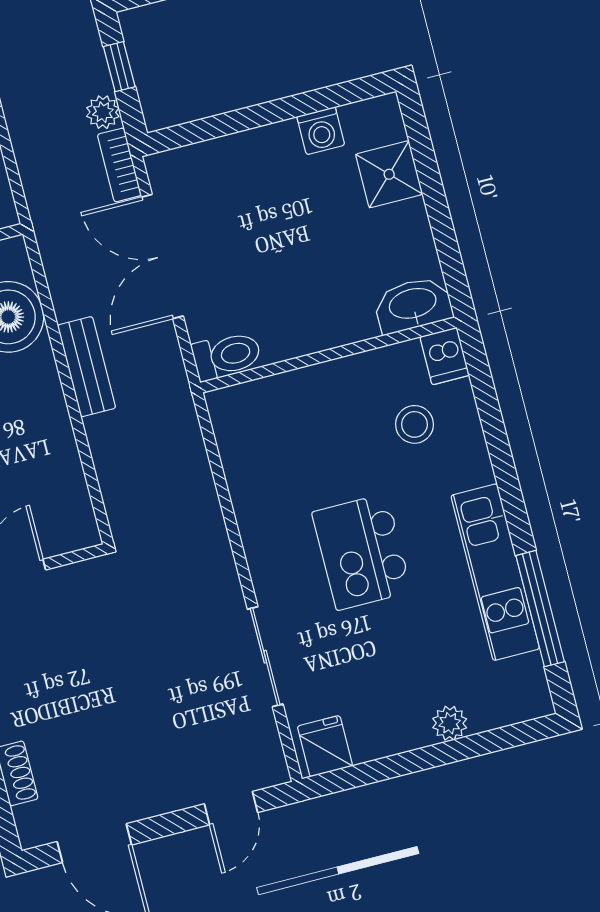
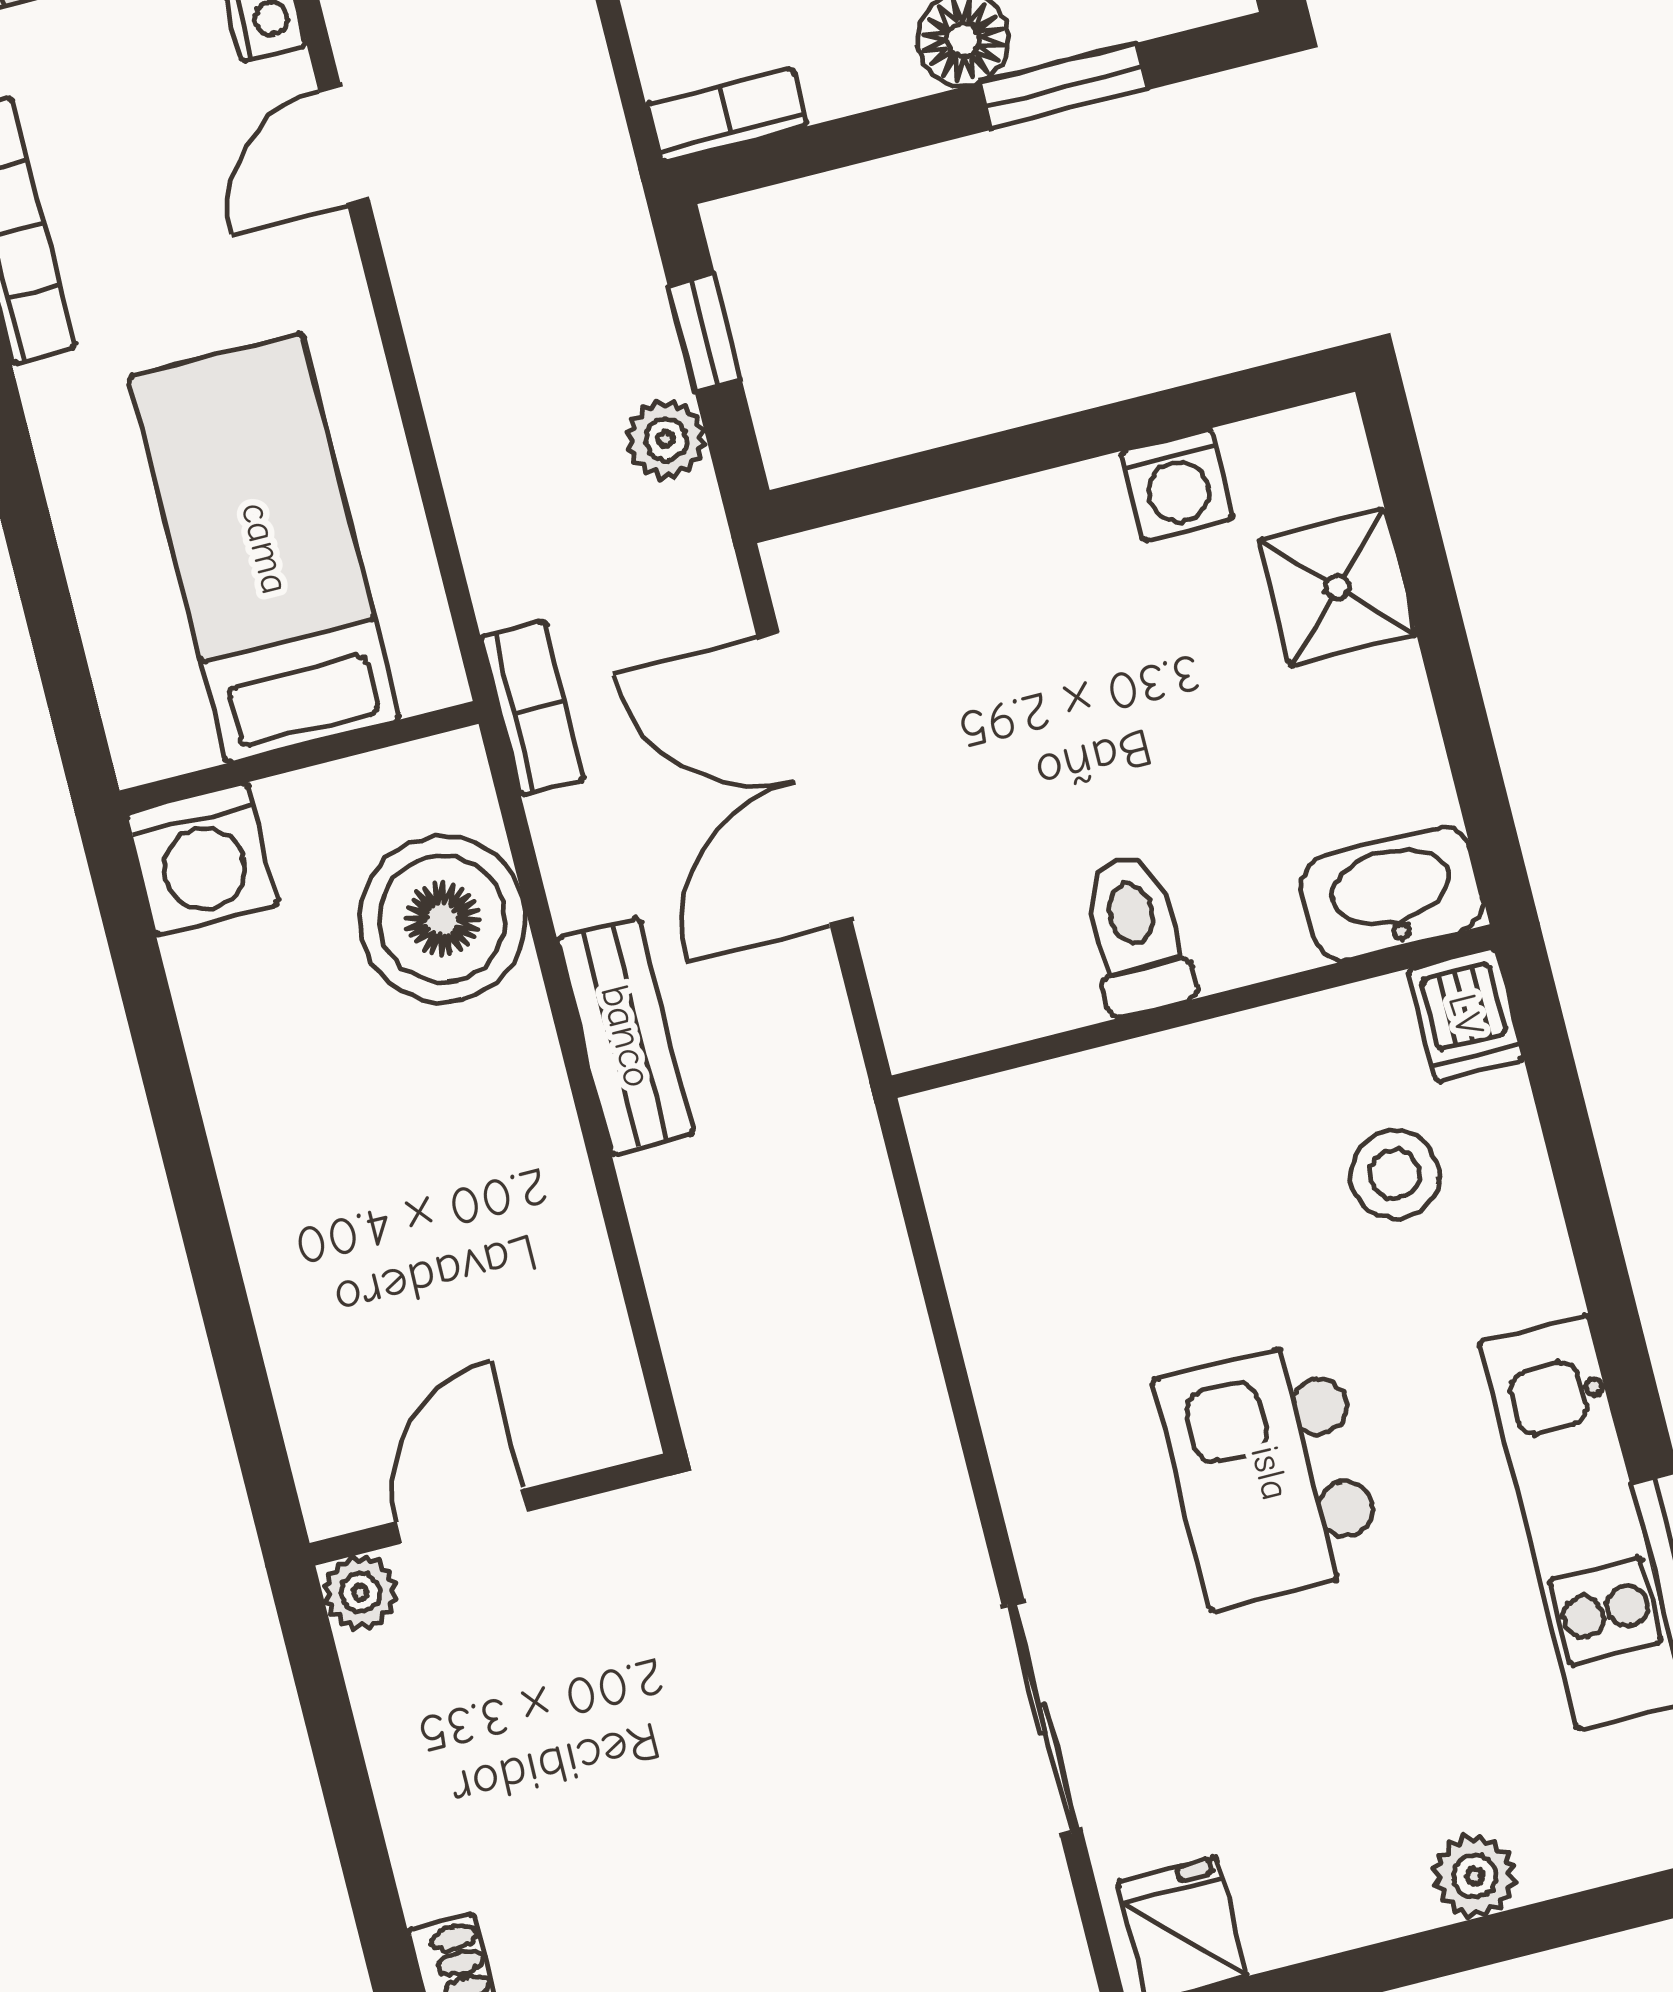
bookcase: (119, 165) -> (532, 708), moved, turned 180
toilet: (227, 356) -> (1136, 934), moved, turned -90

